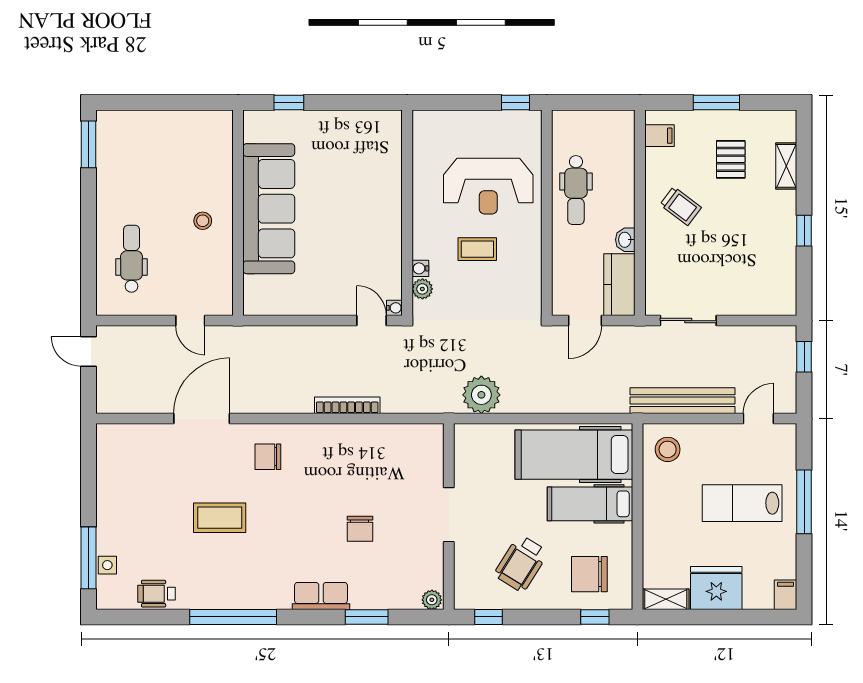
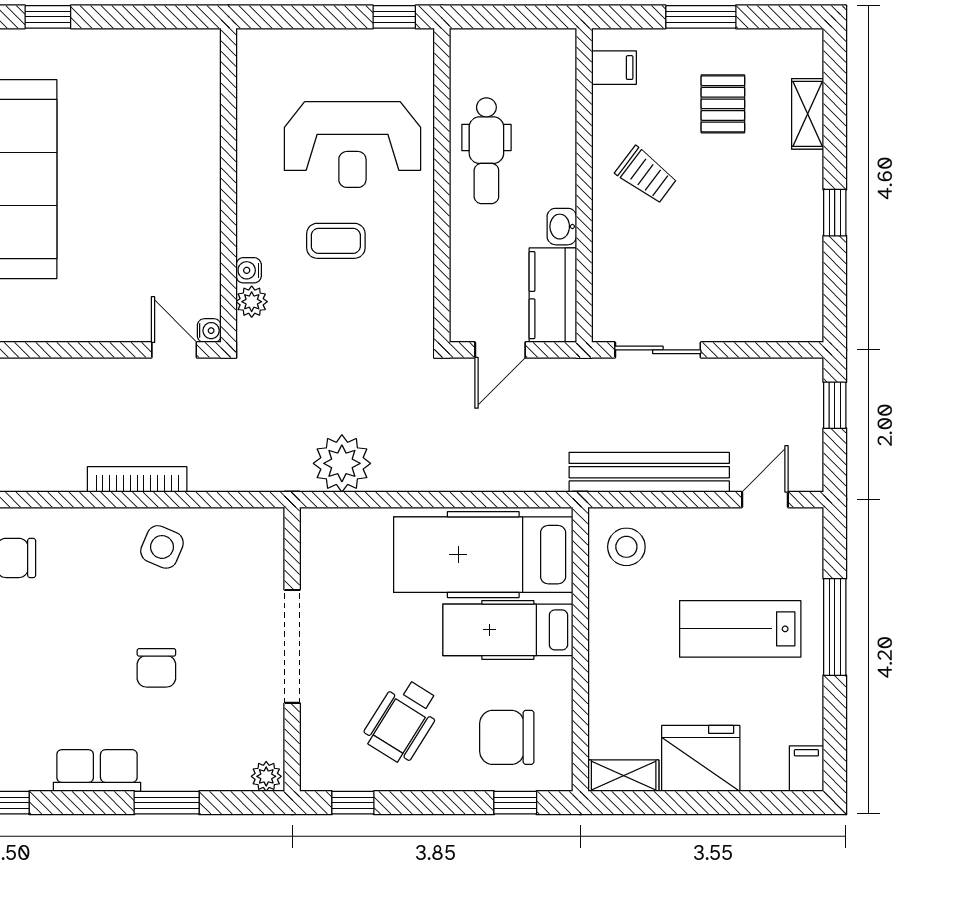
side table: (364, 450) -> (162, 547), added
doorway: (449, 515) -> (292, 646), width x1.36

